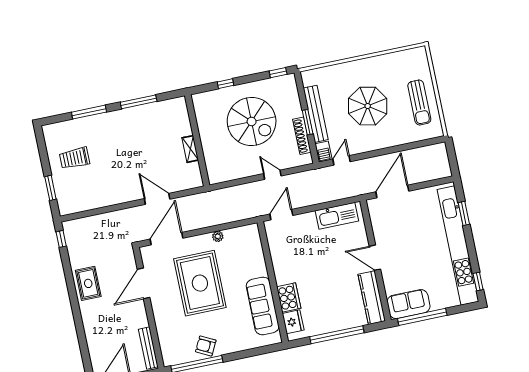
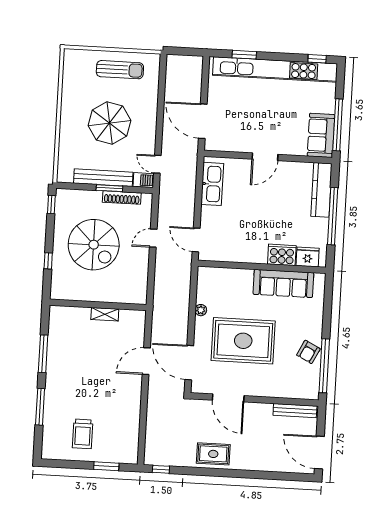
spiral stairs: (252, 121) -> (94, 245), turned 90
kitchen counter: (372, 298) -> (321, 190), moved, turned 90

